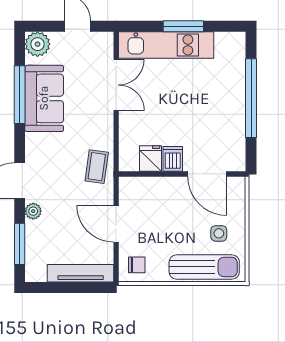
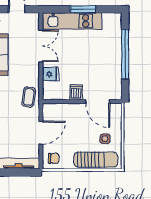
fridge: (151, 158) -> (51, 74), moved, turned 90
door: (116, 224) -> (41, 133), swing flipped

